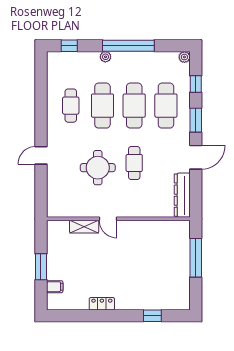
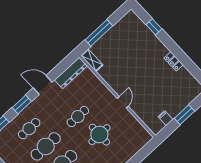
cafe table: (166, 106) -> (29, 129), width x0.73, depth x0.74
shelving: (84, 227) -> (92, 60), moved
filing cabinet: (55, 287) -> (165, 118), moved

